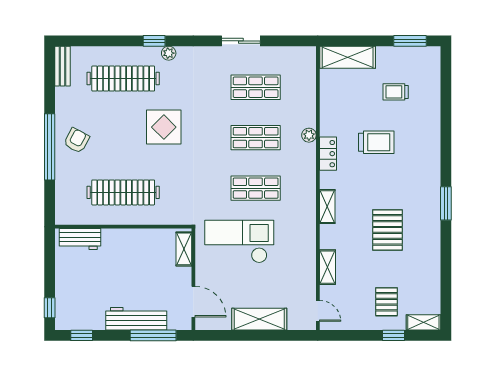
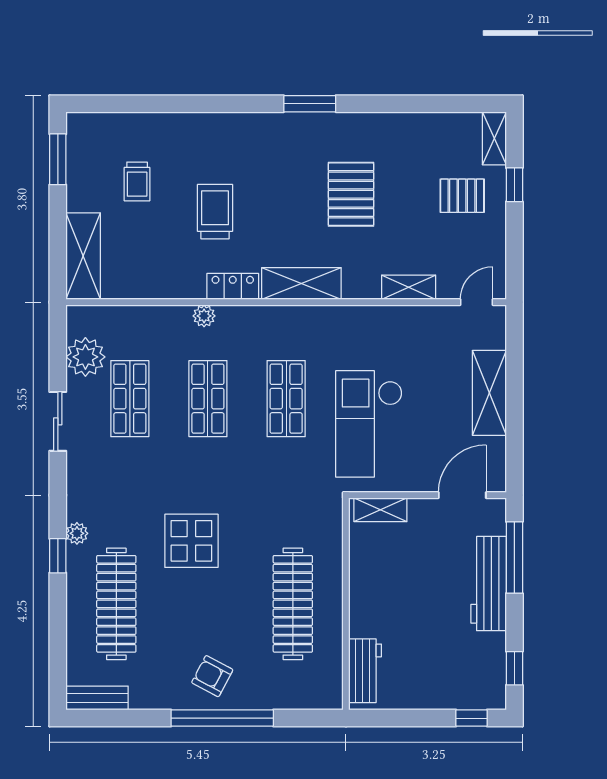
plant: (282, 59) -> (85, 357), added
shelving: (327, 207) -> (301, 283), width x1.50, depth x1.33
pallet: (387, 230) -> (351, 194), turned 90

